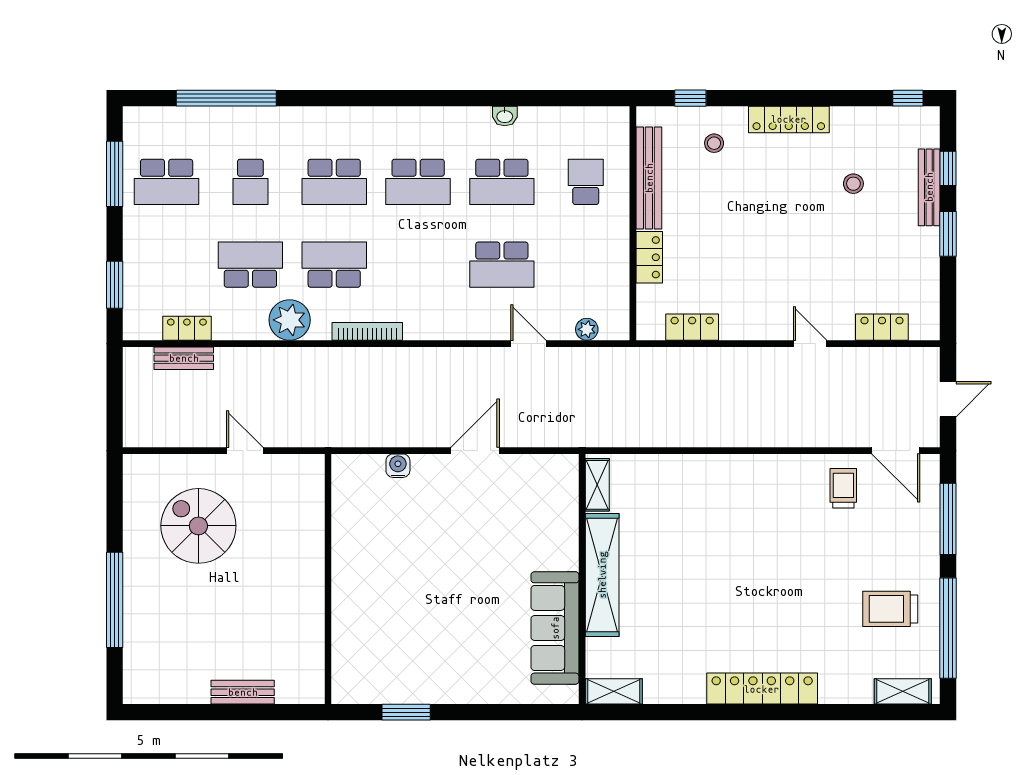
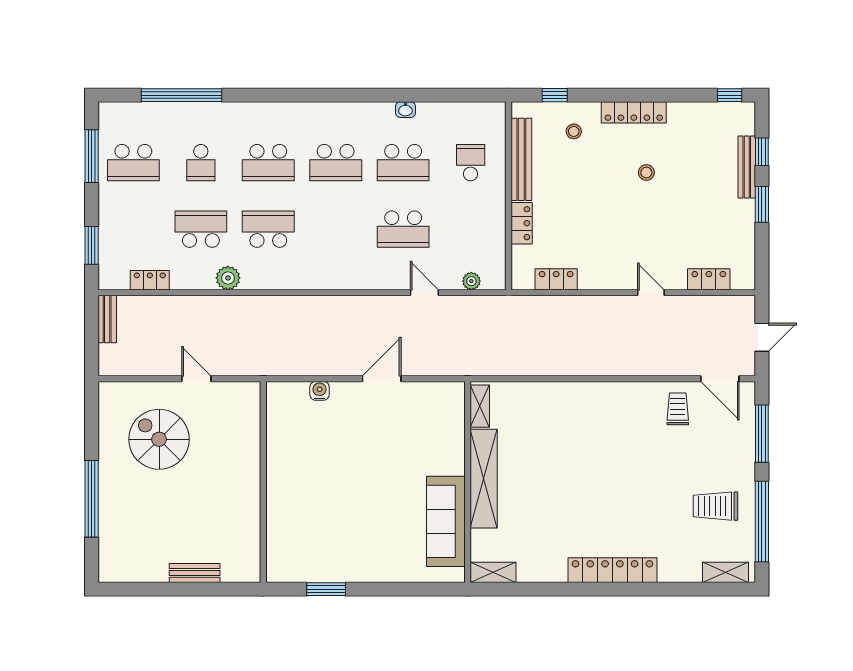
stool: (853, 184) -> (646, 172), moved
plant: (290, 320) -> (228, 278), width x0.73, depth x0.73
bookcase: (367, 331) -> (295, 283), removed
bench: (184, 358) -> (107, 319), moved, turned 90

